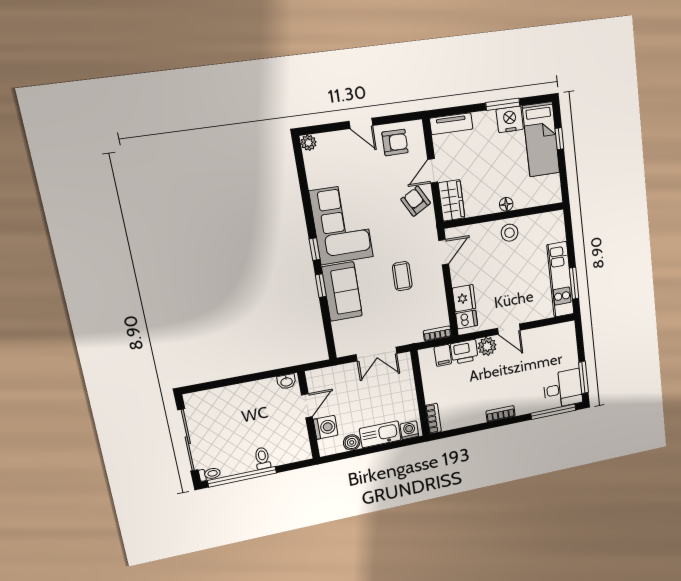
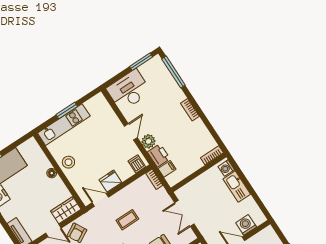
kitchen unit: (560, 279) -> (64, 125), moved
window: (574, 283) -> (67, 111), moved
fridge: (464, 298) -> (110, 181), moved
double door: (377, 354) -> (184, 213), swing flipped
desk: (563, 389) -> (129, 90), moved, width x1.37
boiler: (352, 442) -> (250, 203), removed

